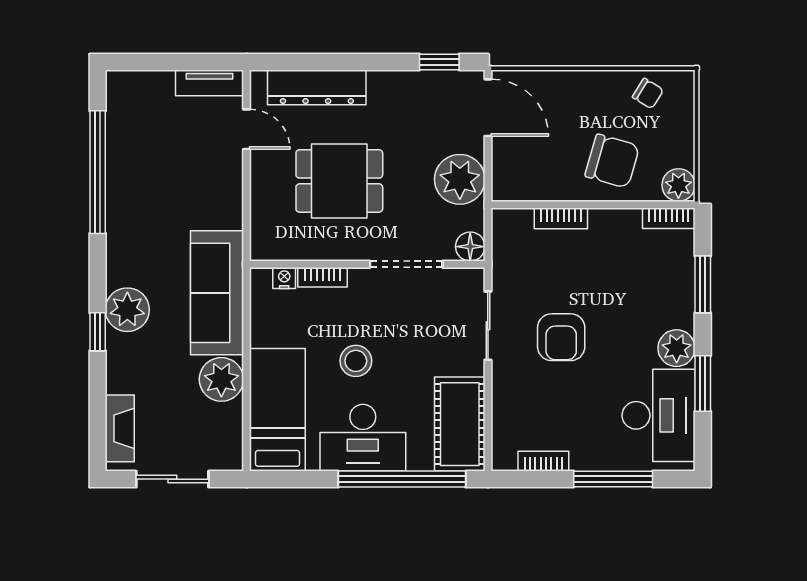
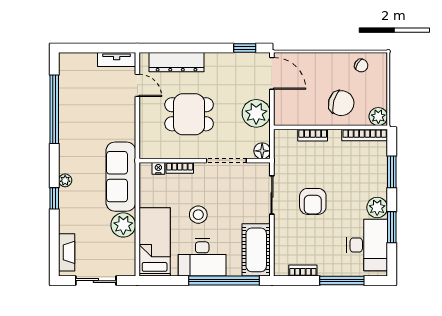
bookcase: (669, 218) -> (365, 135), width x1.56
plant: (127, 310) -> (65, 180), width x0.53, depth x0.53

